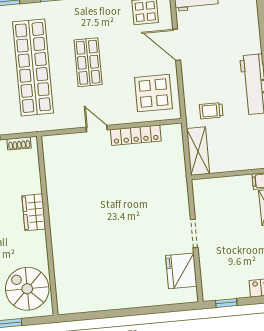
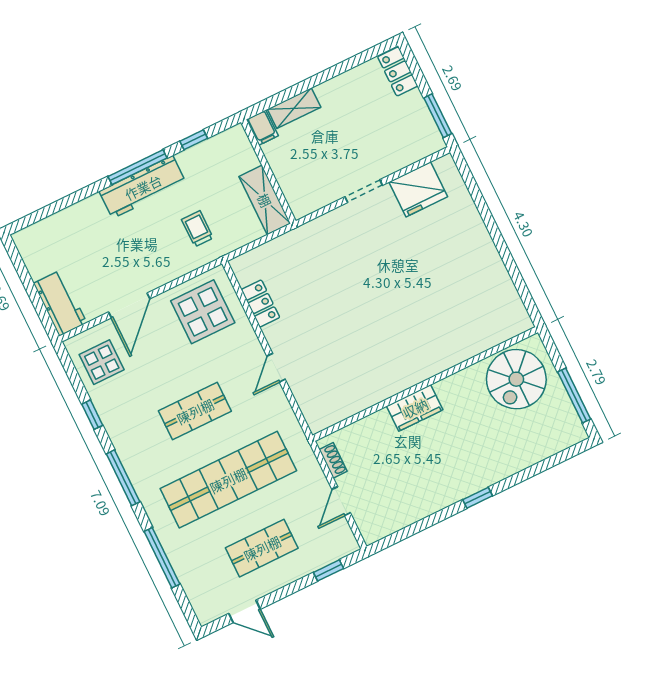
trolley: (211, 111) -> (197, 229), turned 180
locker: (136, 135) -> (260, 304), width x0.66
shelving: (198, 151) -> (265, 200), moved, turned 90
window: (226, 303) -> (438, 116), width x1.50

